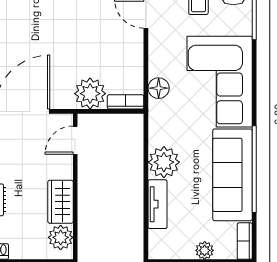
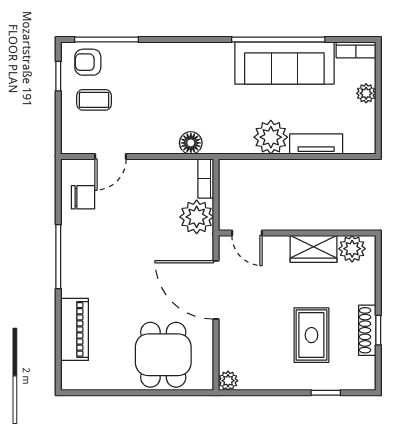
corner sofa: (220, 82) -> (184, 77), removed

